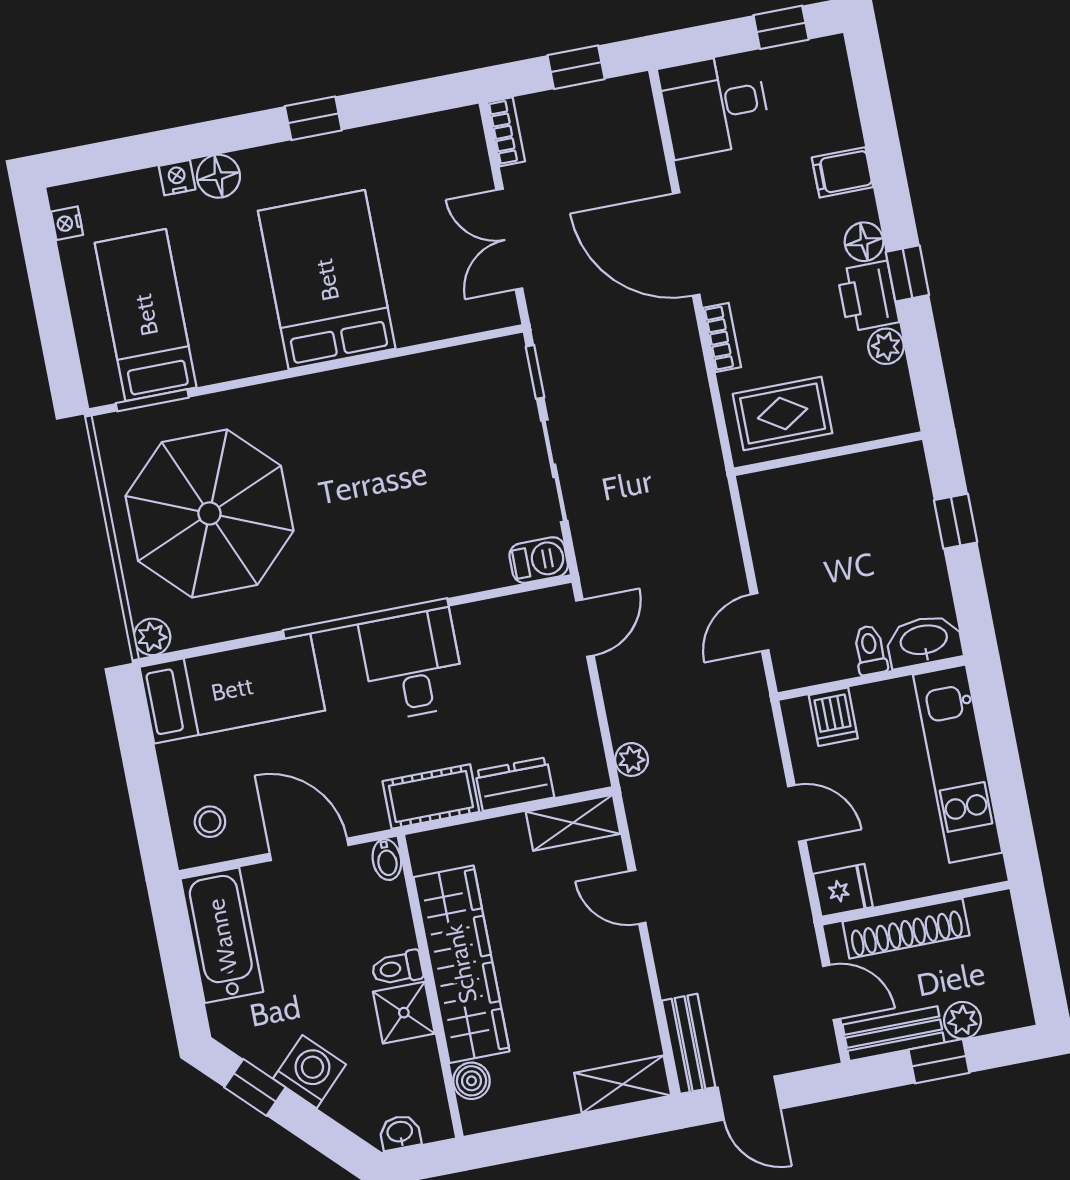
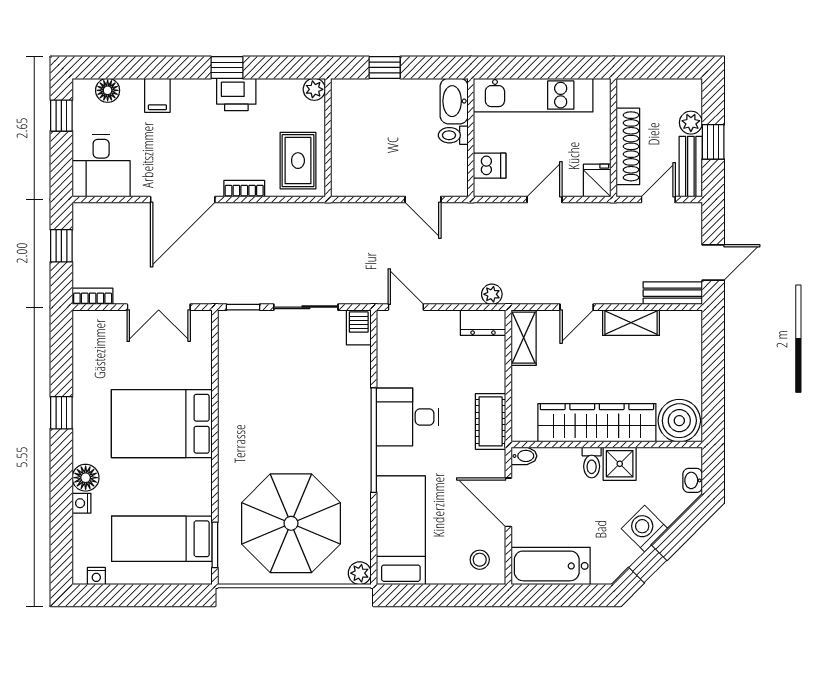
floor lamp: (864, 242) -> (108, 90), moved
plant: (886, 346) -> (314, 89), moved
dresser: (515, 784) -> (483, 323), moved, turned -90
door: (309, 849) -> (508, 502), hinge flipped
boiler: (471, 1081) -> (679, 421), width x1.86, depth x1.86
shelving: (623, 1084) -> (631, 323), moved, turned 90

